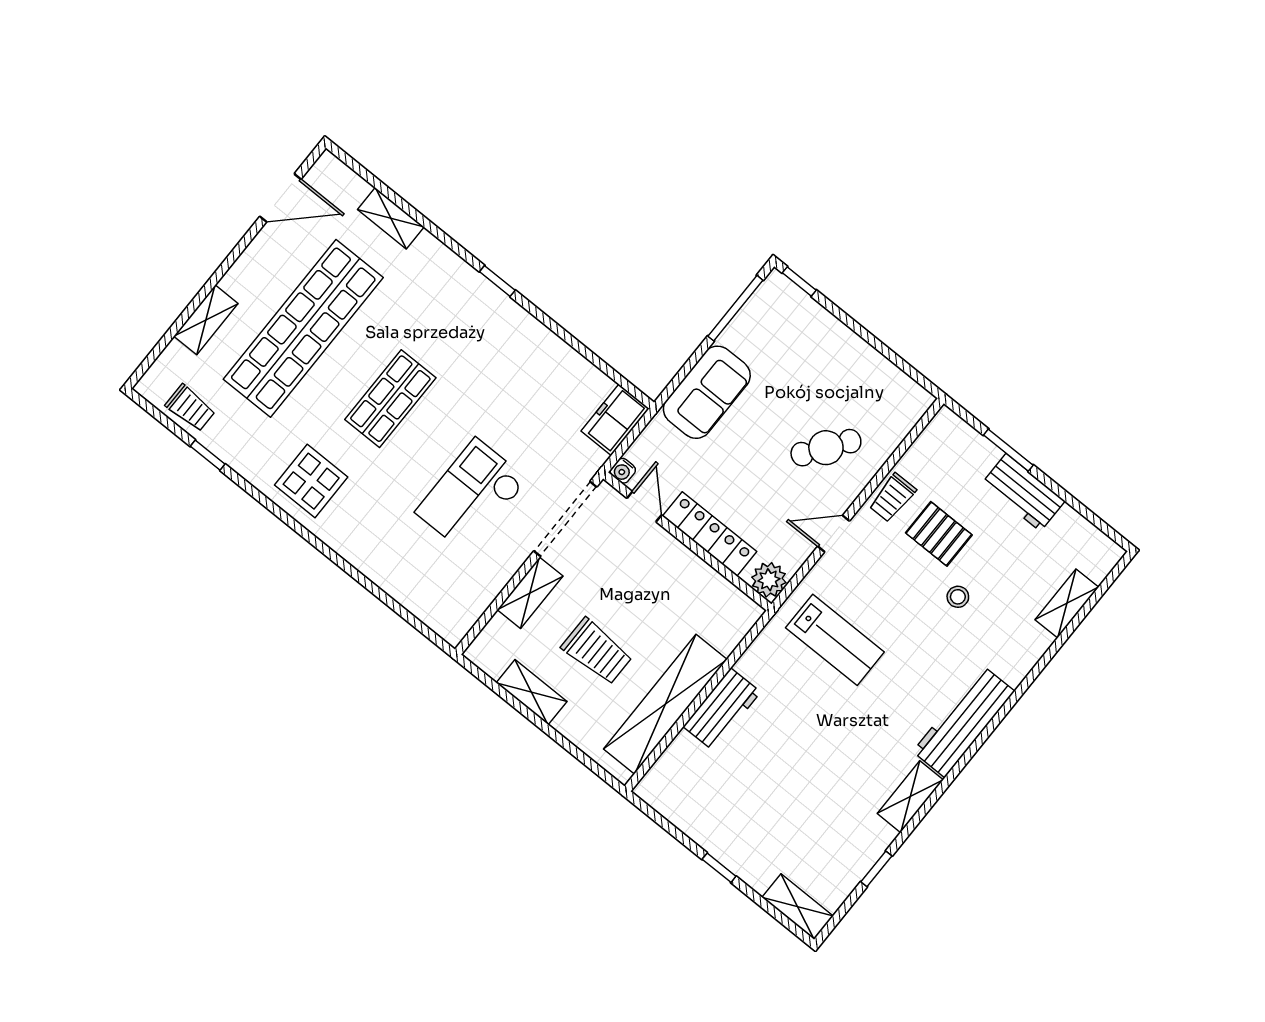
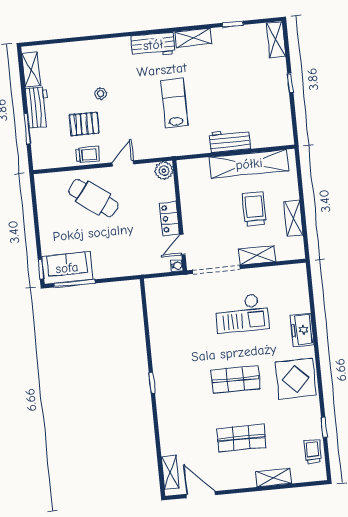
shelving: (391, 218) -> (170, 472), moved
shop shelf: (303, 328) -> (241, 438), width x0.50, depth x0.74
sofa: (707, 392) -> (67, 268), moved
freezer: (615, 420) -> (302, 330), moved, turned 90
cafe table: (826, 448) -> (93, 198), width x1.37, depth x1.35
display table: (311, 481) -> (296, 379), width x1.36, depth x1.36
locker: (710, 534) -> (170, 219), width x0.66
door: (834, 534) -> (123, 163), swing flipped
pallet: (939, 534) -> (84, 124), turned 90
shelving: (1067, 603) -> (31, 69), moved, turned 90
lab bench: (835, 640) -> (174, 103), moved
workbench: (964, 721) -> (153, 45), width x0.73

